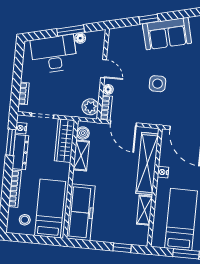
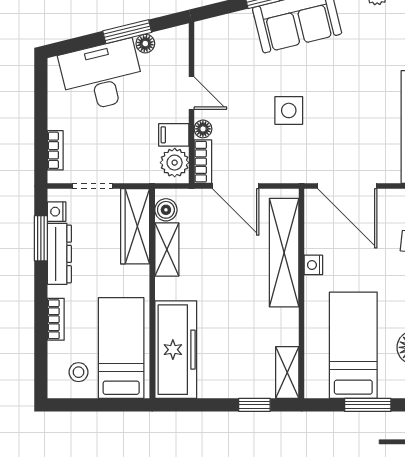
filing cabinet: (91, 91) -> (174, 135), added
bookcase: (15, 189) -> (56, 319), width x0.64
shelving: (144, 210) -> (287, 372), moved

